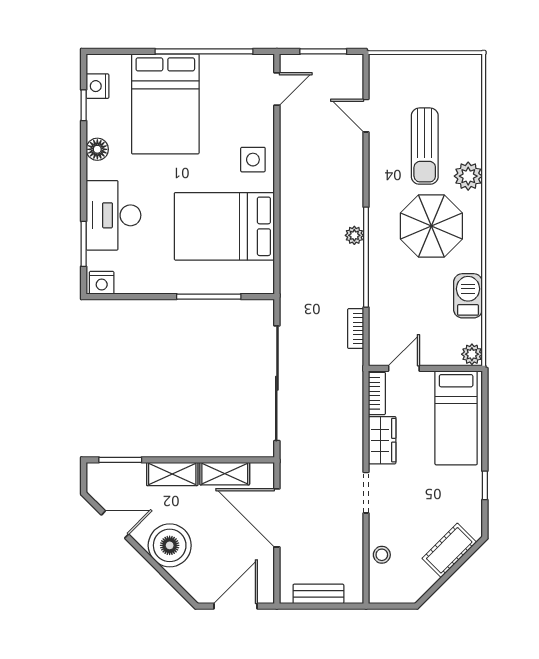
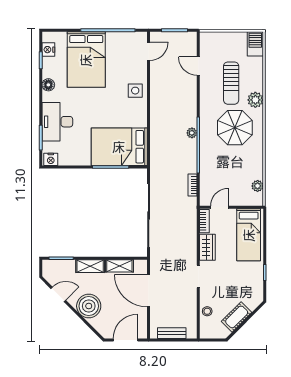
bed: (224, 226) -> (119, 147), moved
barbecue: (468, 296) -> (255, 44), moved
plant: (472, 354) -> (258, 186), moved
cot: (449, 550) -> (237, 317), moved

